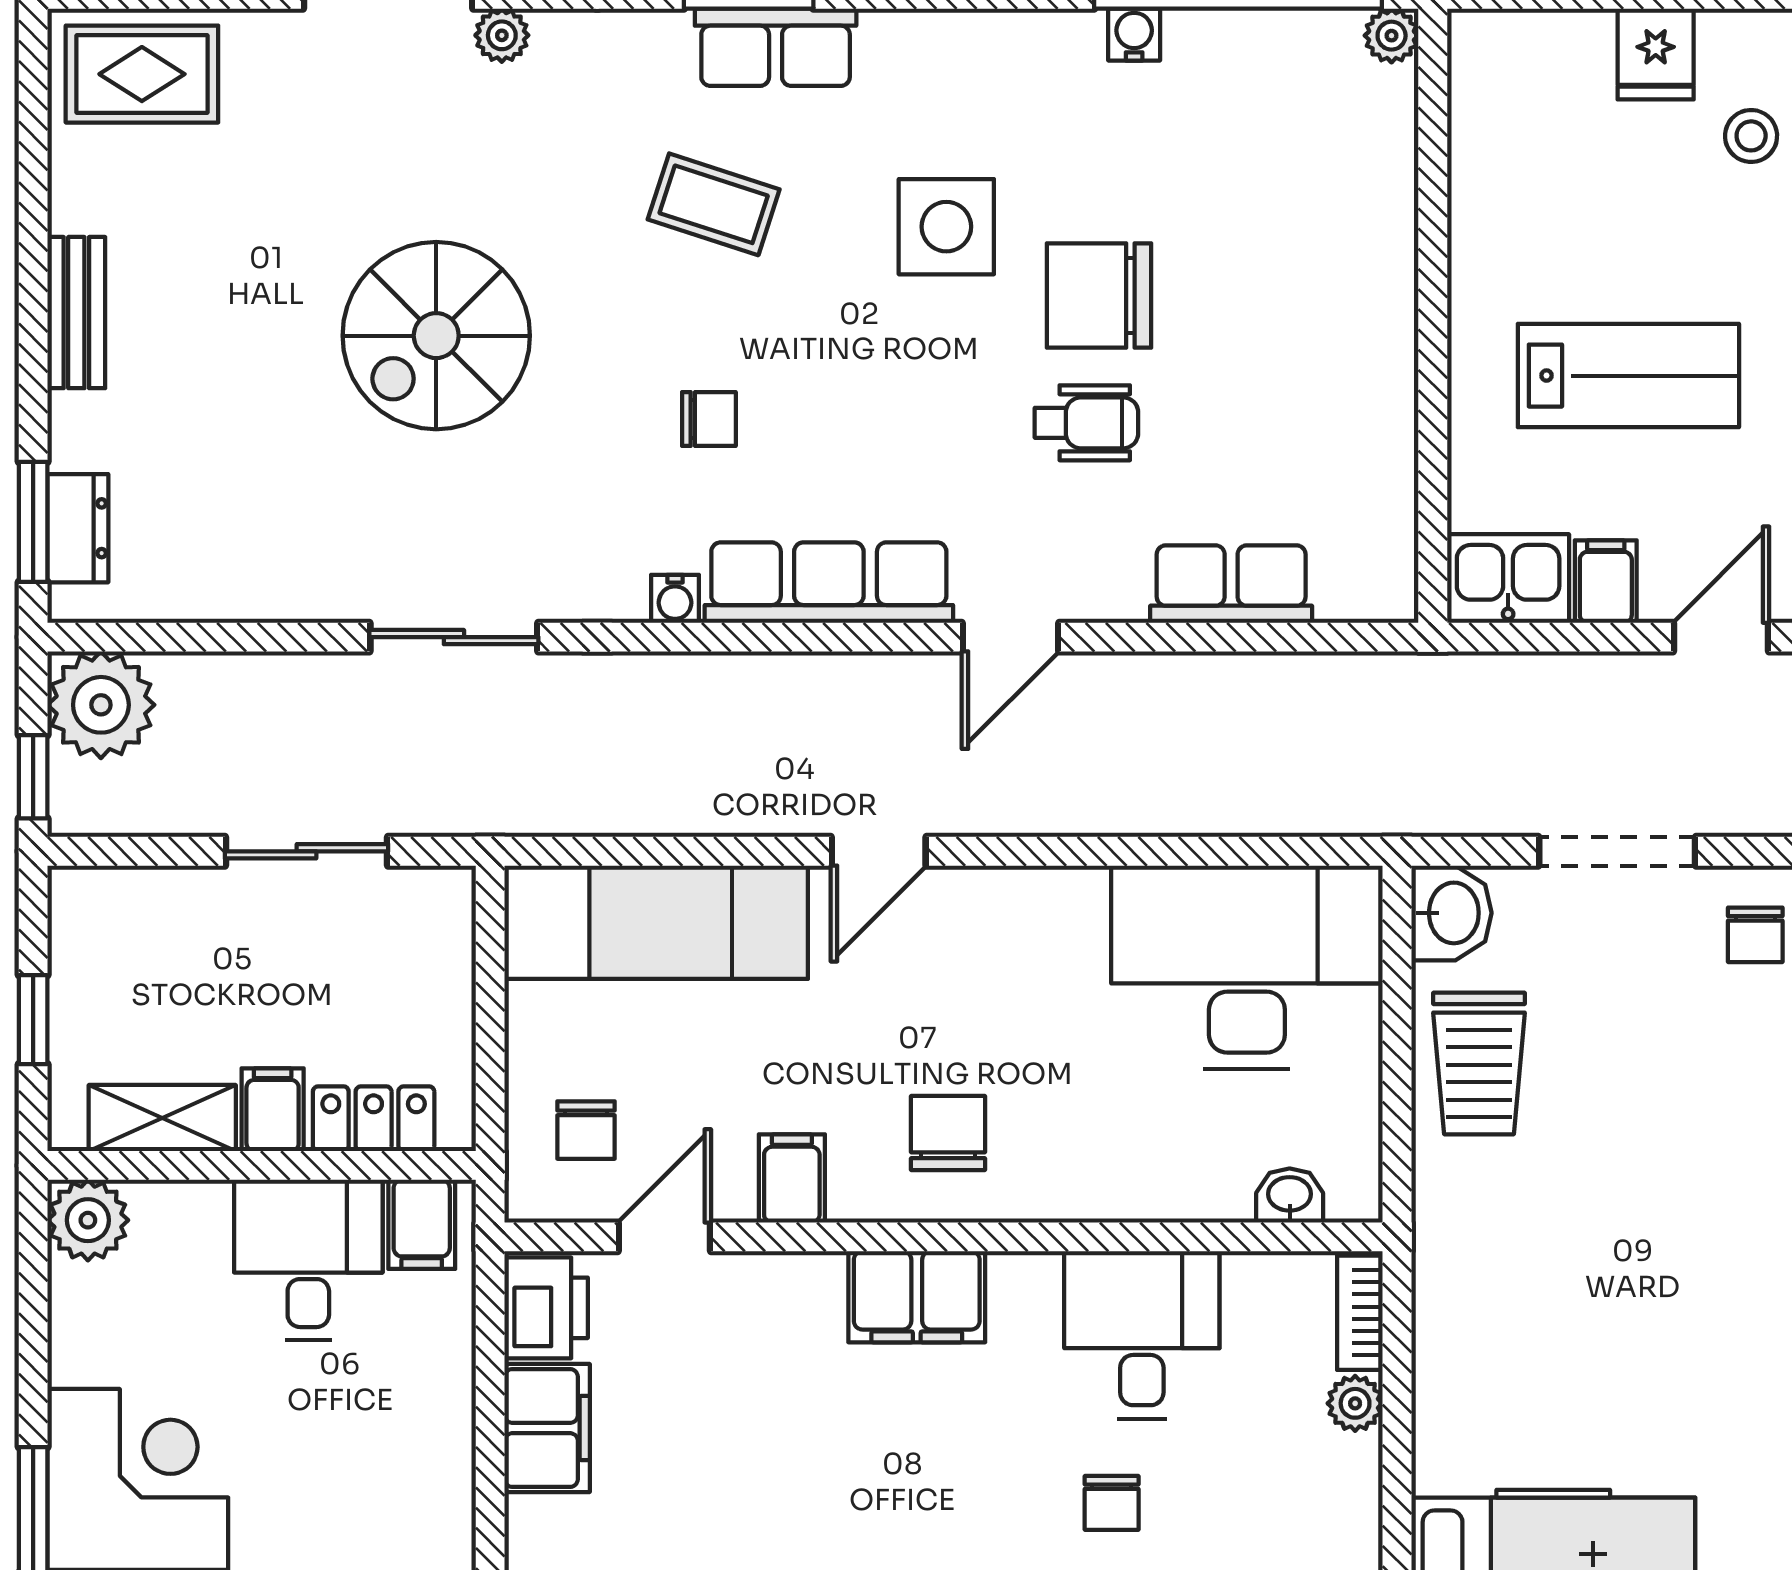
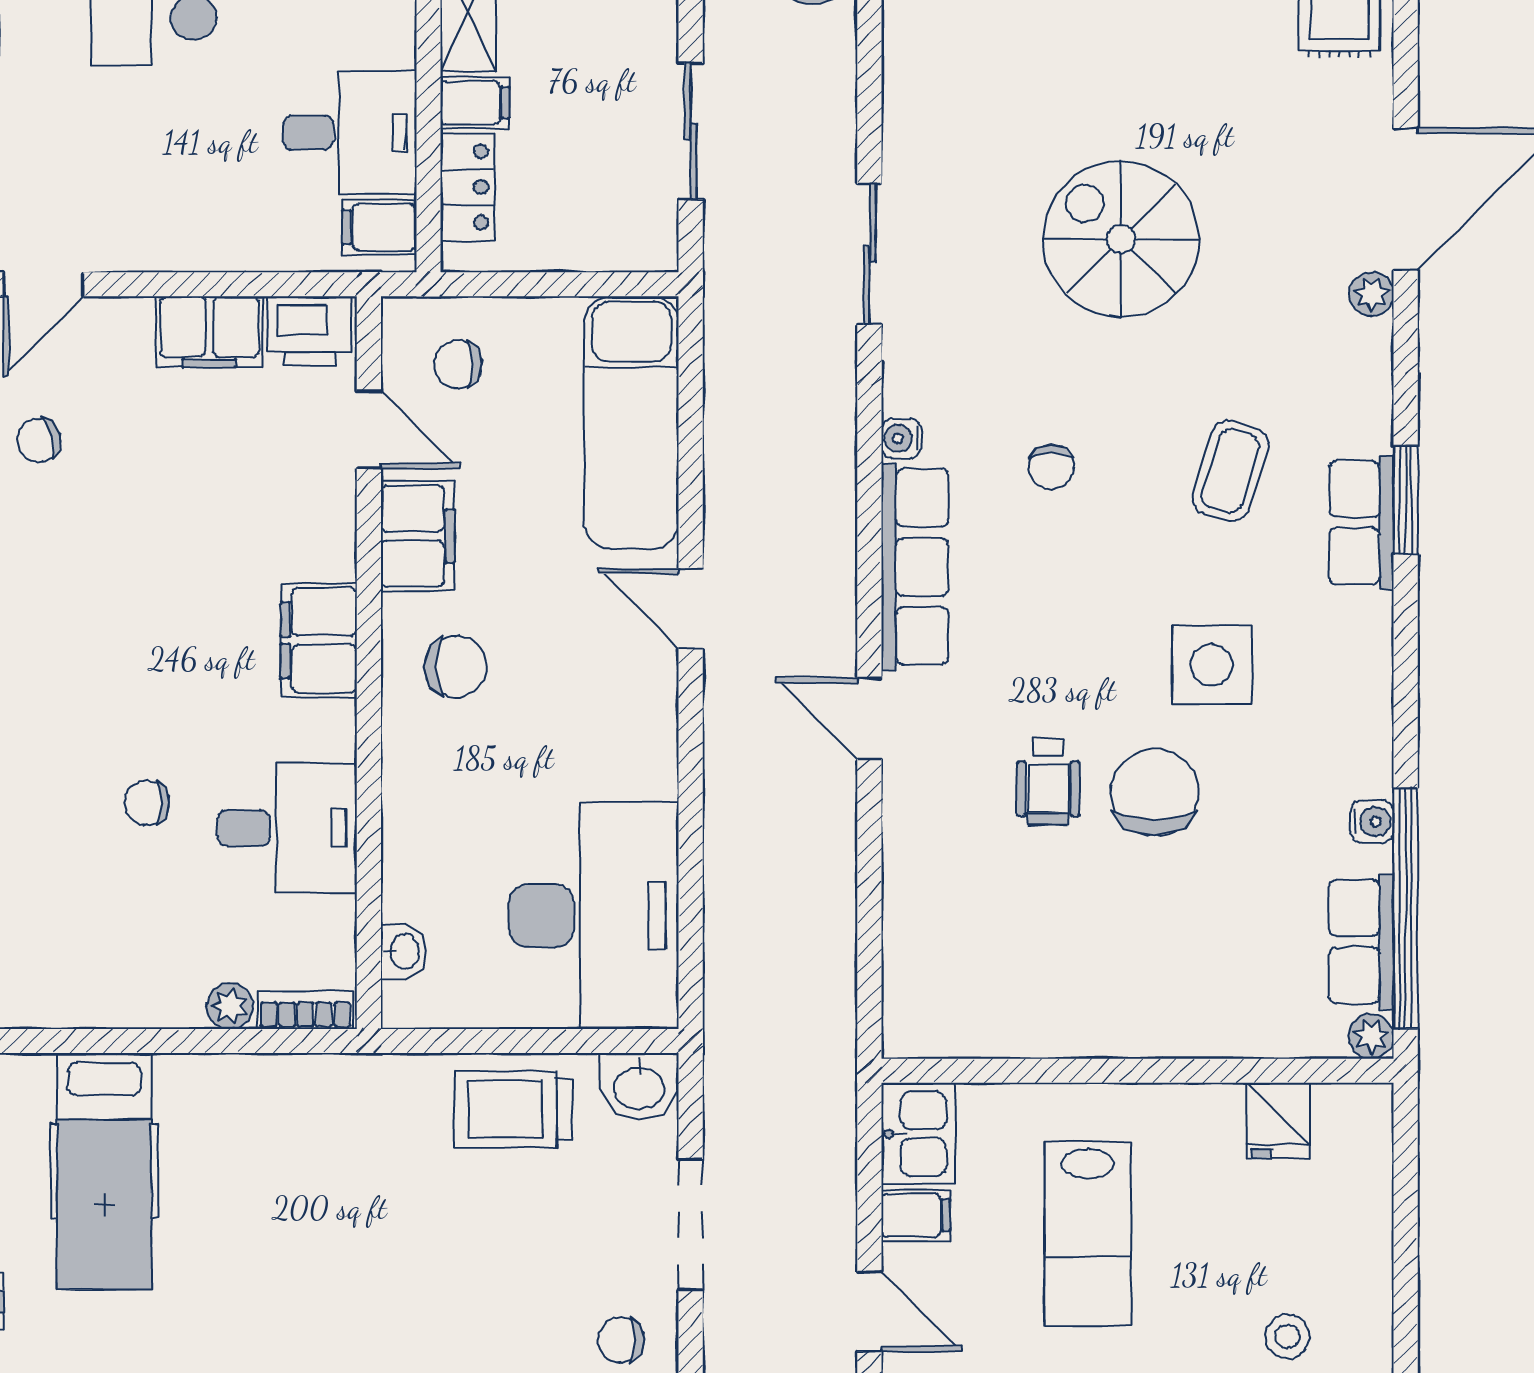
fridge: (1656, 54) -> (1278, 1121), moved, turned -90
row of seats: (1231, 584) -> (1361, 942), moved, turned 180
filing cabinet: (792, 1178) -> (418, 536), width x2.00

